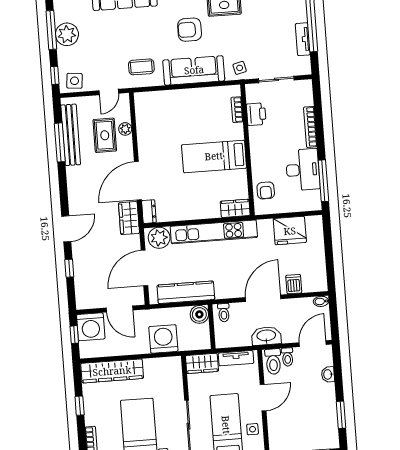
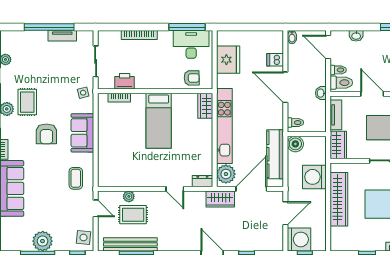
sofa: (194, 70) -> (82, 133), width x0.73
desk: (303, 170) -> (191, 44), moved
door: (138, 181) -> (175, 189), width x0.53
wardrobe: (129, 218) -> (220, 199), moved
door: (144, 268) -> (251, 189), swing flipped
washbasin: (266, 336) -> (321, 93), width x0.52, depth x0.69
wardrobe: (112, 371) -> (339, 199), moved

